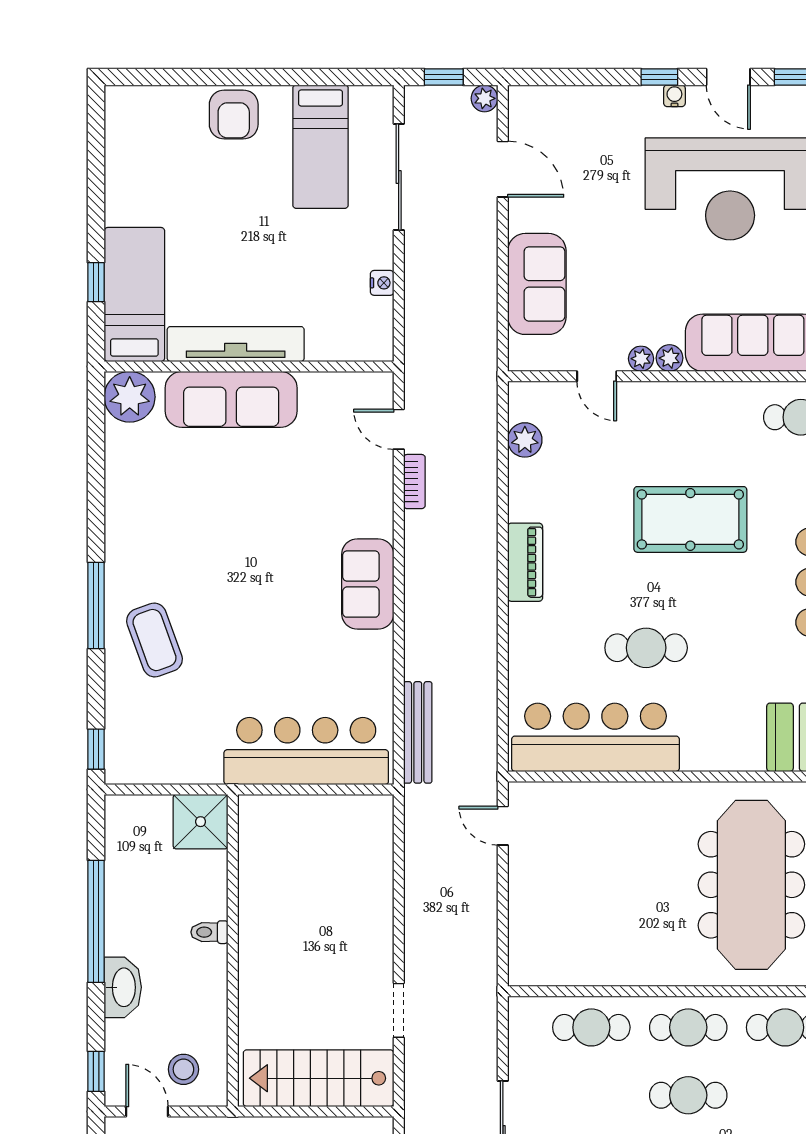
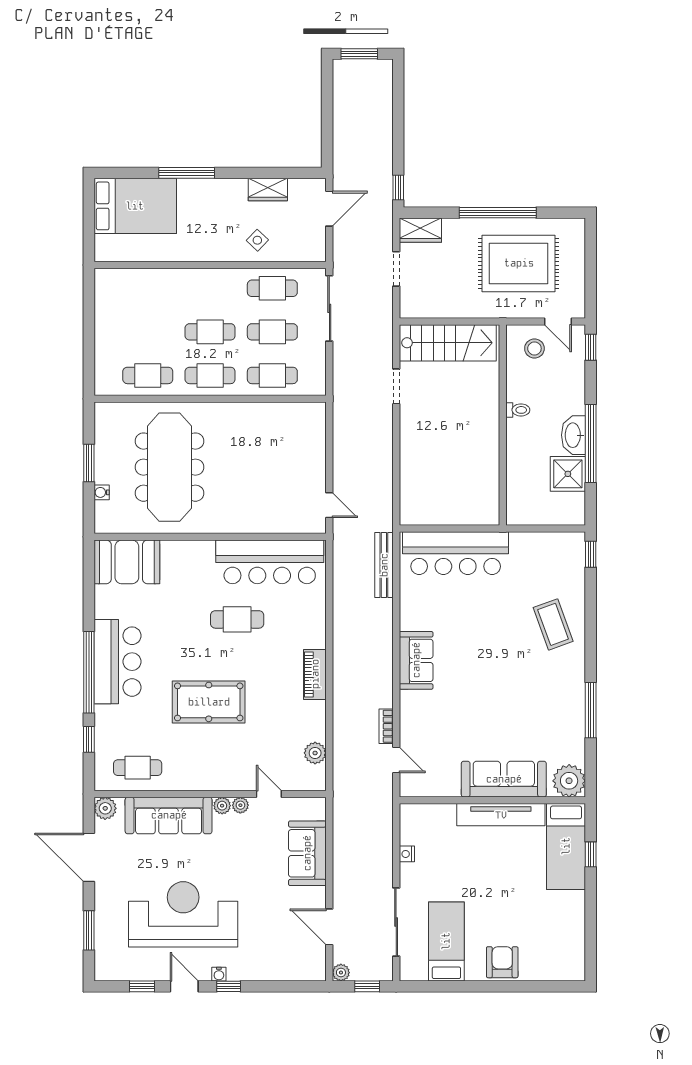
window: (96, 605) -> (591, 710), moved
shower: (201, 822) -> (568, 474), moved
toilet: (209, 932) -> (518, 410), moved
washbasin: (123, 987) -> (573, 435), moved
cafe table: (591, 1095) -> (272, 332), added

